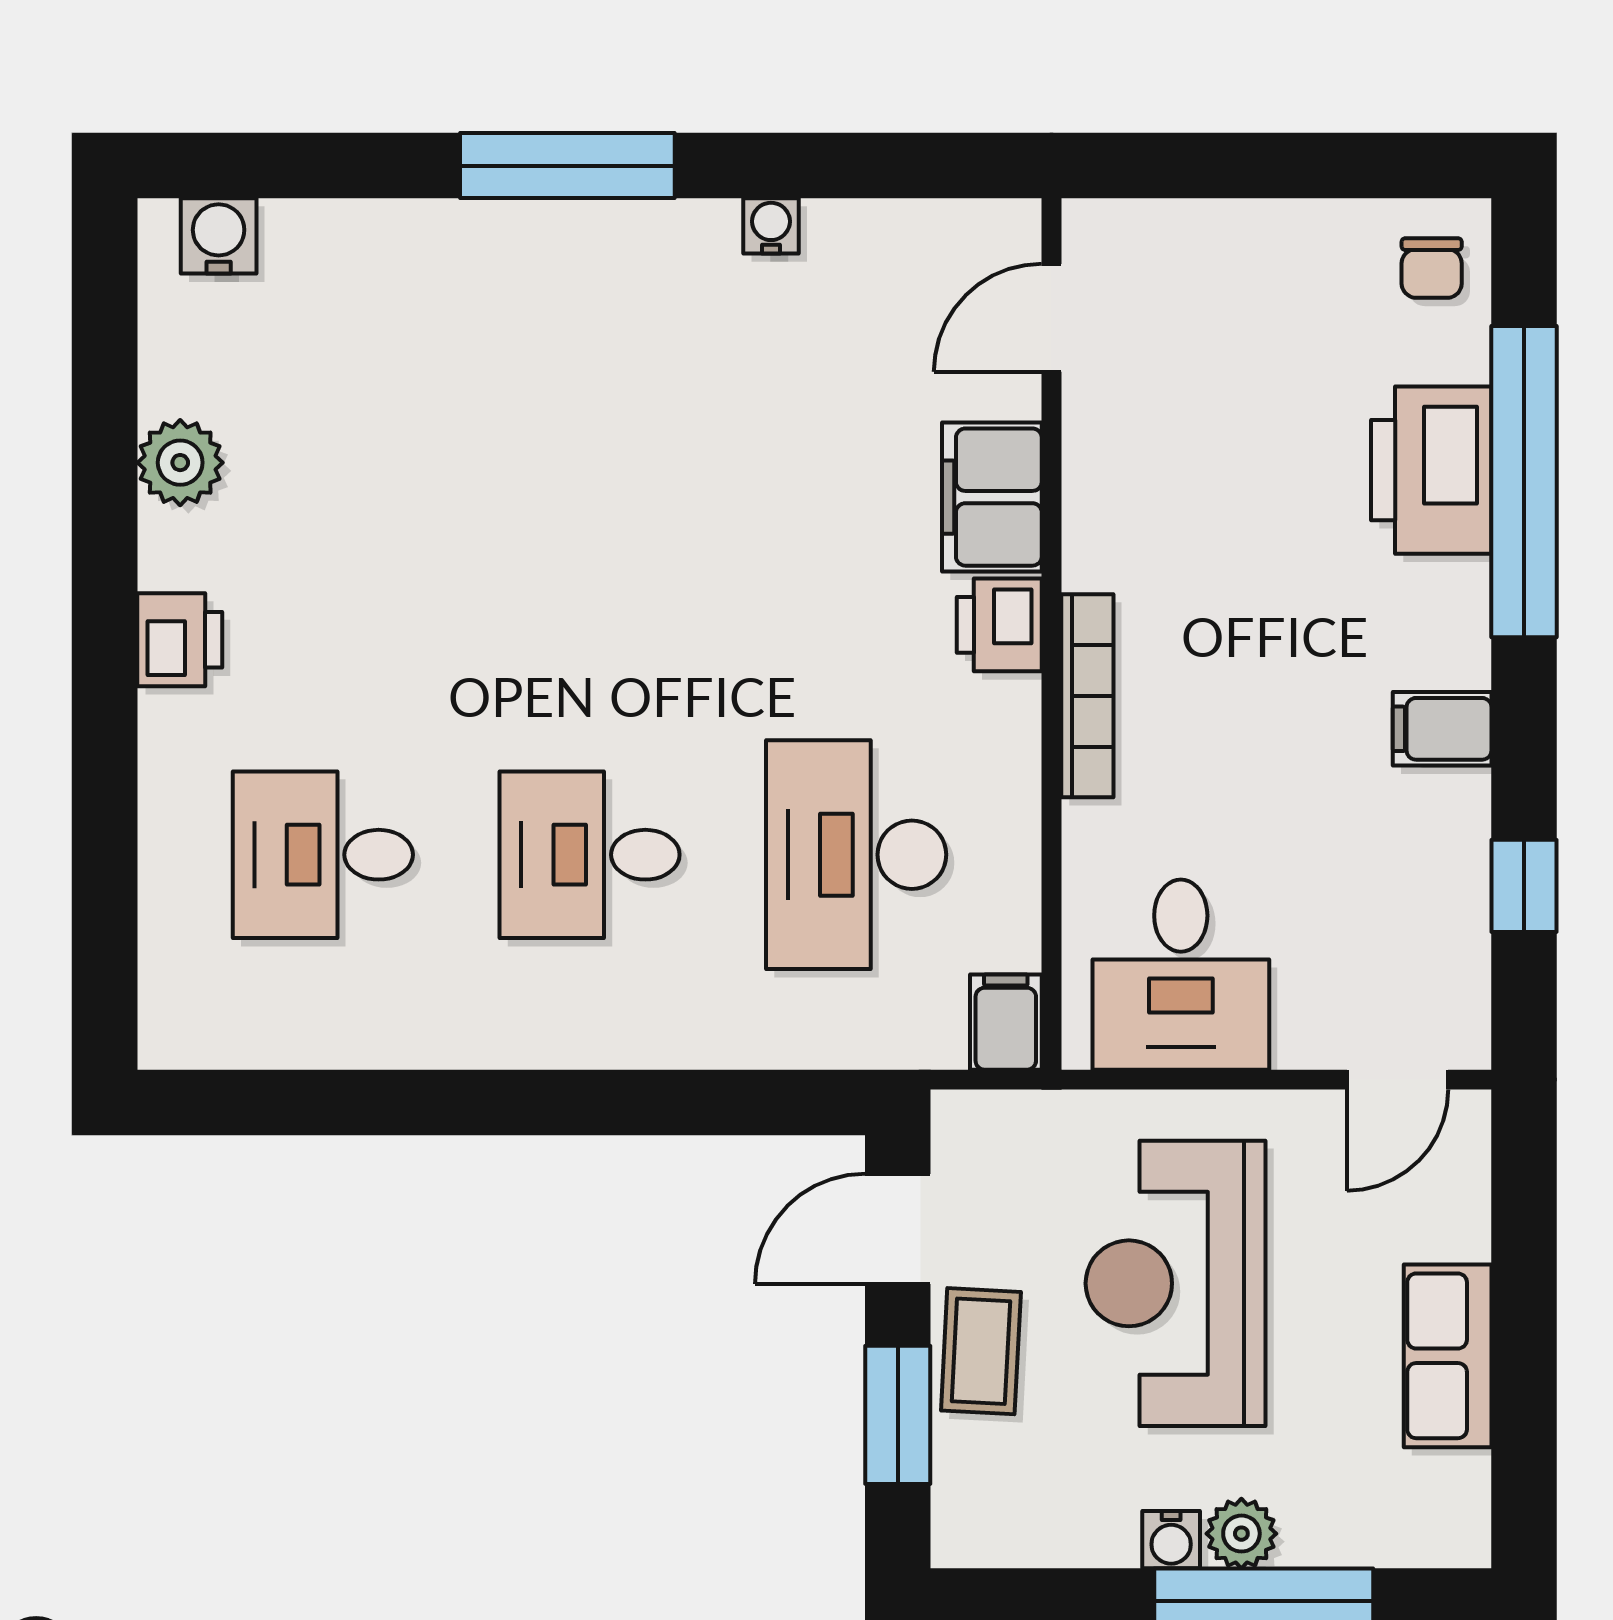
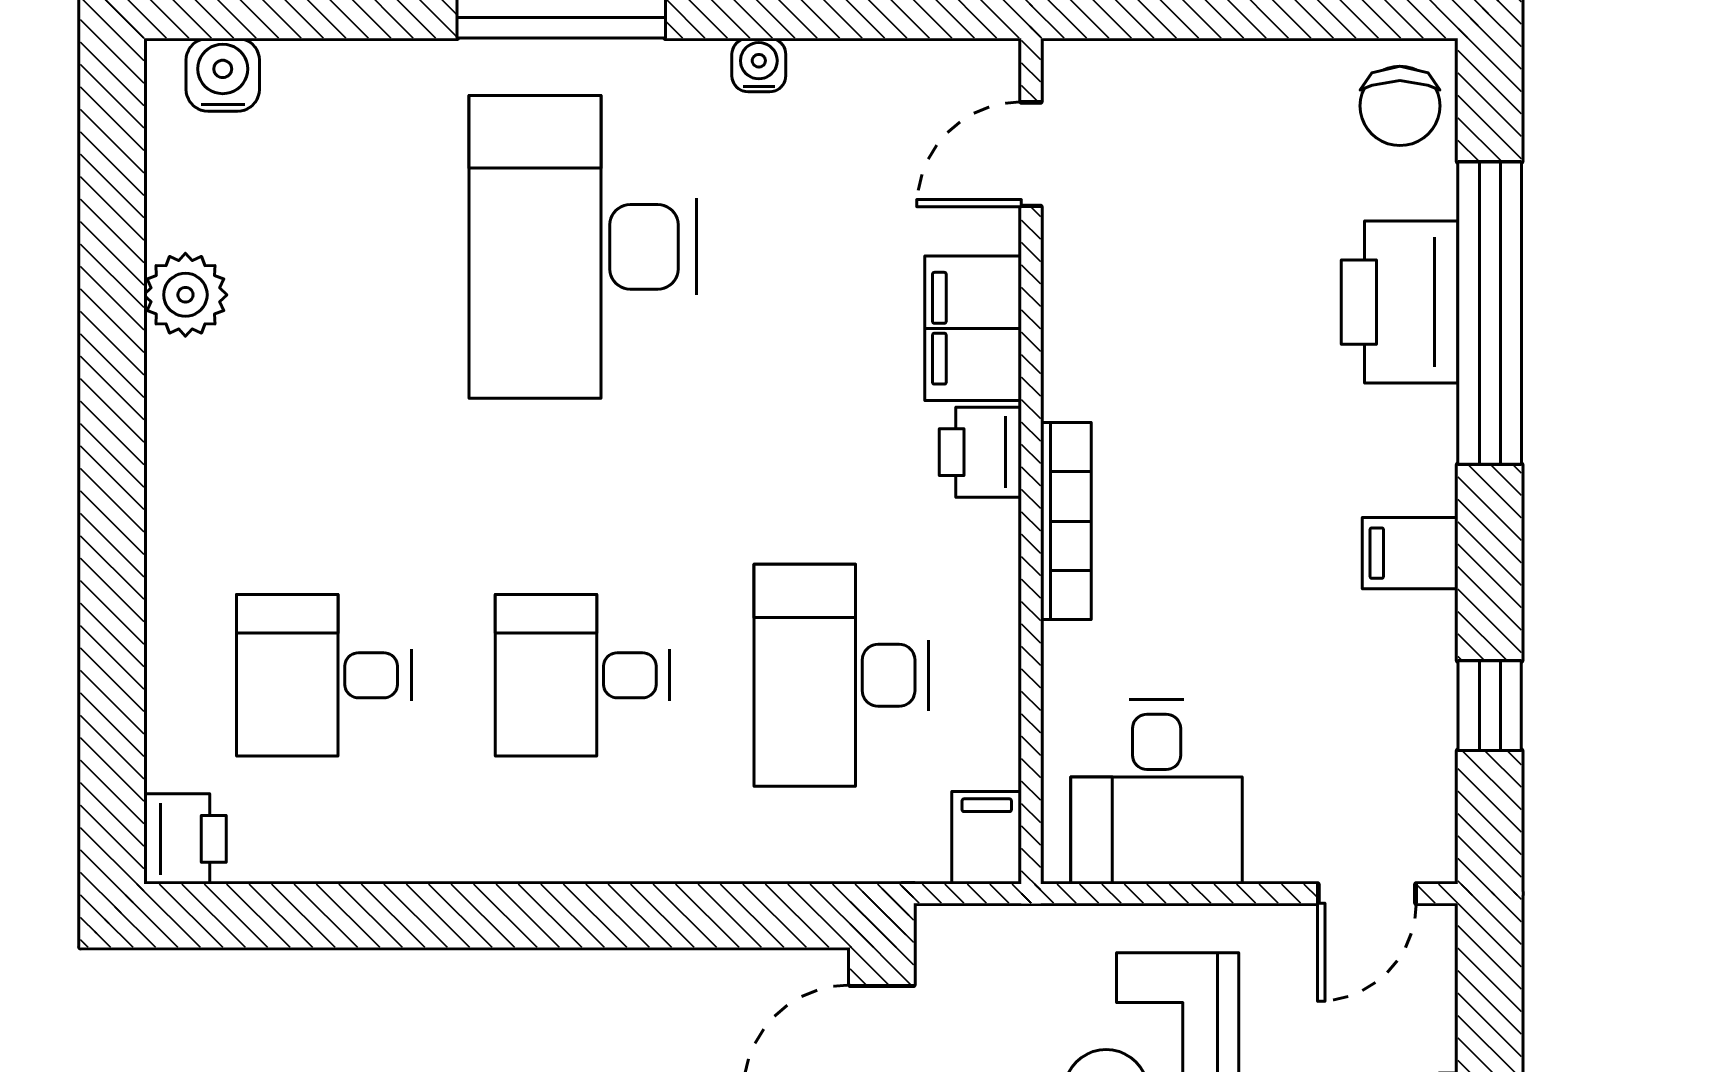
chair: (1432, 268) -> (1400, 106), width x1.37, depth x1.37
desk: (590, 413) -> (583, 247), added
printer: (180, 640) -> (185, 839), moved

